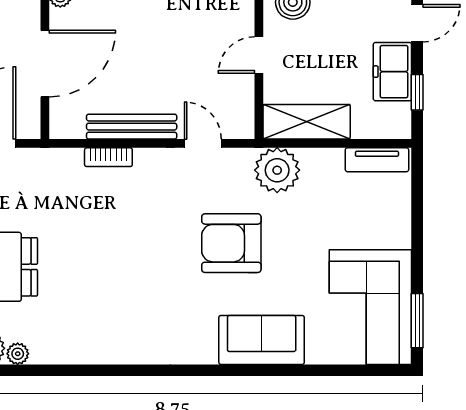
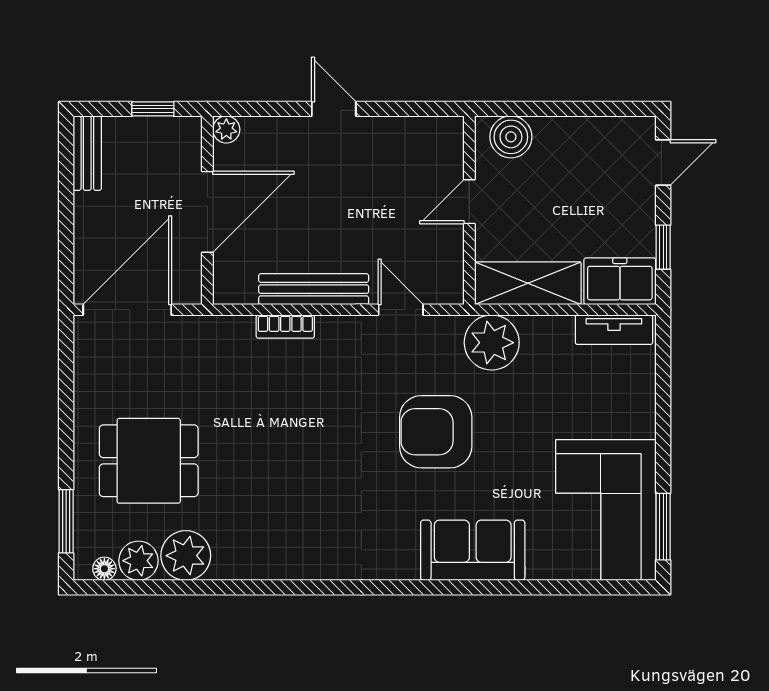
freezer: (392, 72) -> (620, 281), moved, turned 90
plant: (18, 354) -> (186, 556), width x1.87, depth x1.87

